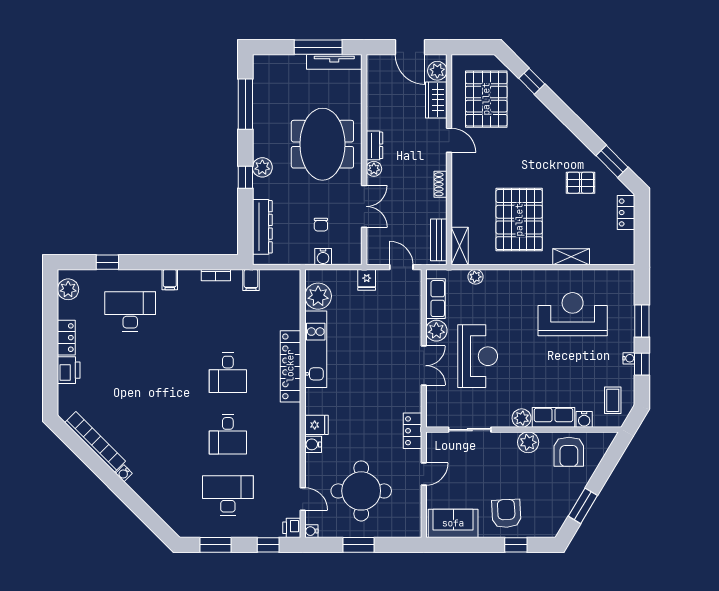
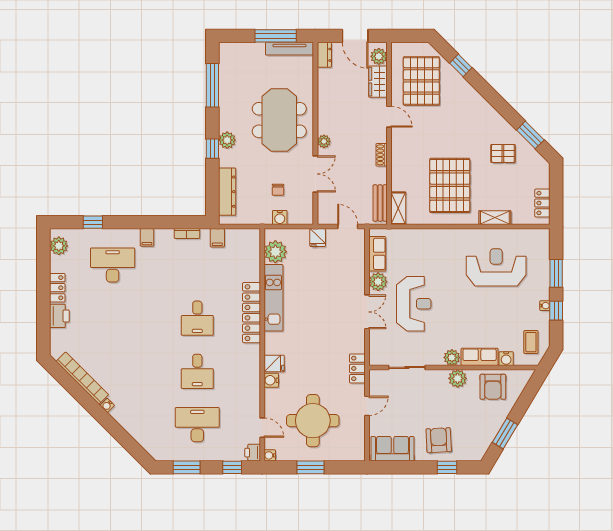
dresser: (374, 145) -> (324, 55), moved
locker: (626, 213) -> (542, 203), moved
plant: (476, 277) -> (412, 235), removed

